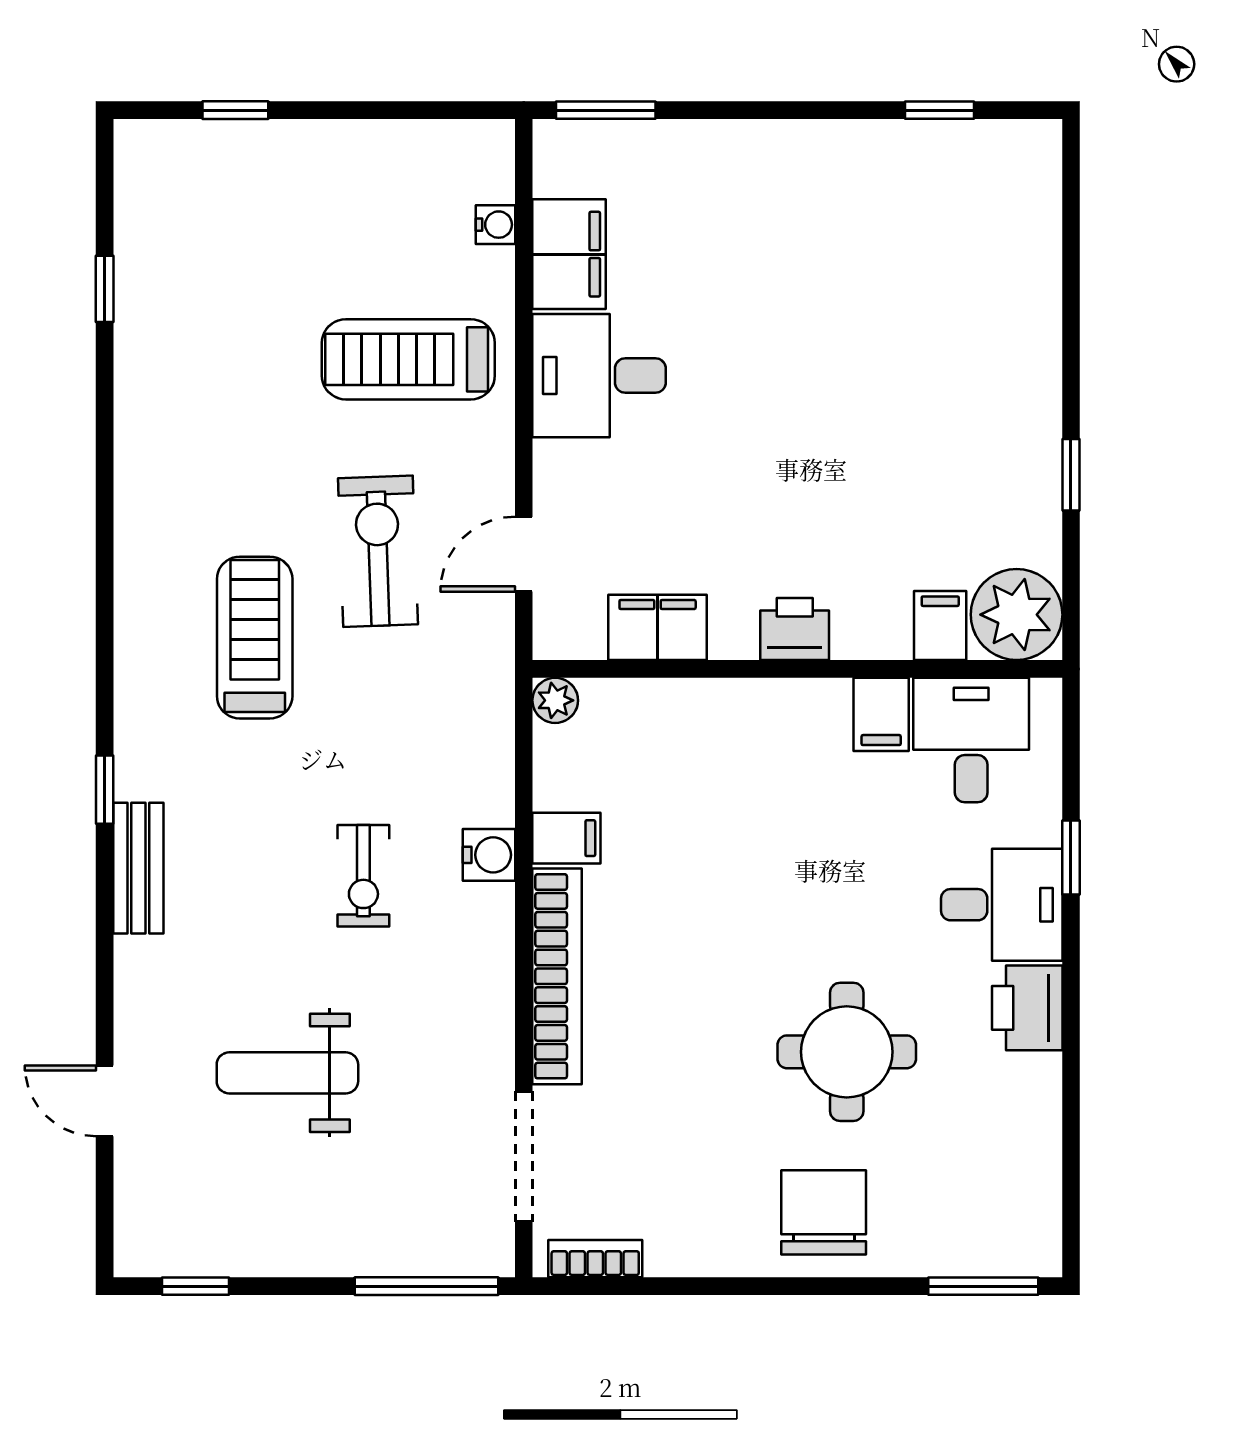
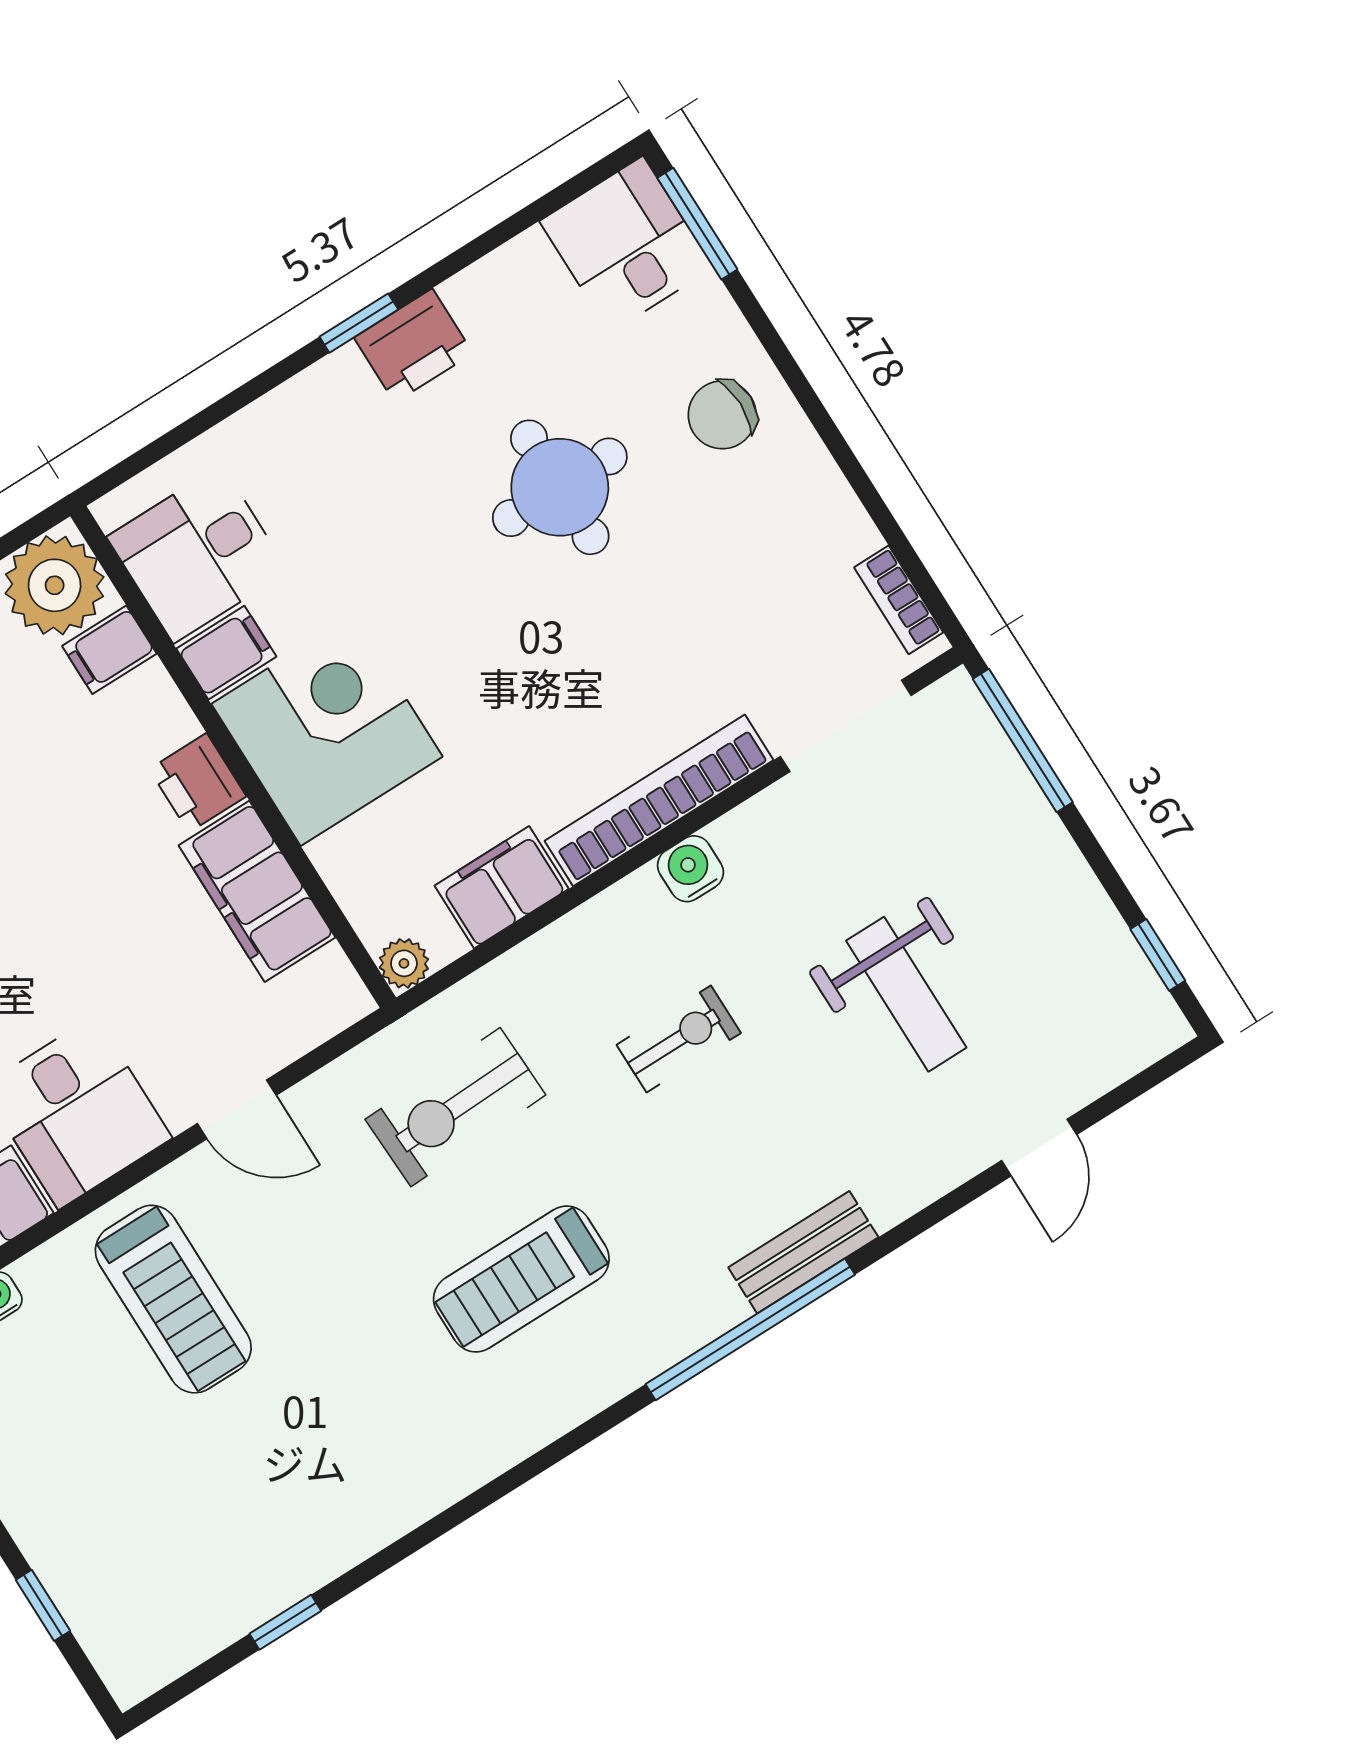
exercise bike: (378, 551) -> (455, 1107), moved
door: (524, 554) -> (237, 1109), moved
filing cabinet: (658, 627) -> (257, 891), width x1.50, depth x1.17
corner desk: (772, 754) -> (327, 730), added
window: (105, 790) -> (750, 1329), width x3.17
filing cabinet: (566, 838) -> (502, 887), width x2.00
water cooler: (489, 855) -> (690, 869), moved
window: (1071, 858) -> (359, 323), moved
desk: (1002, 905) -> (626, 244), moved
chair: (824, 1212) -> (722, 415), width x0.73, depth x0.73

